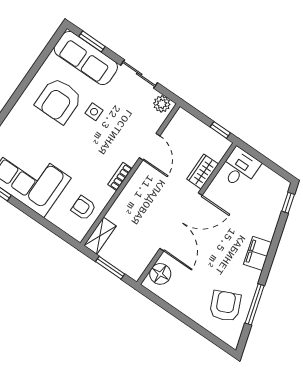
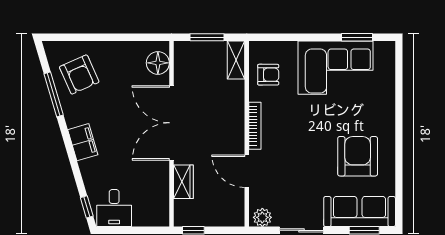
side table: (94, 112) -> (319, 168), removed
desk: (240, 168) -> (114, 208), moved
bookcase: (120, 177) -> (255, 126), width x1.56

